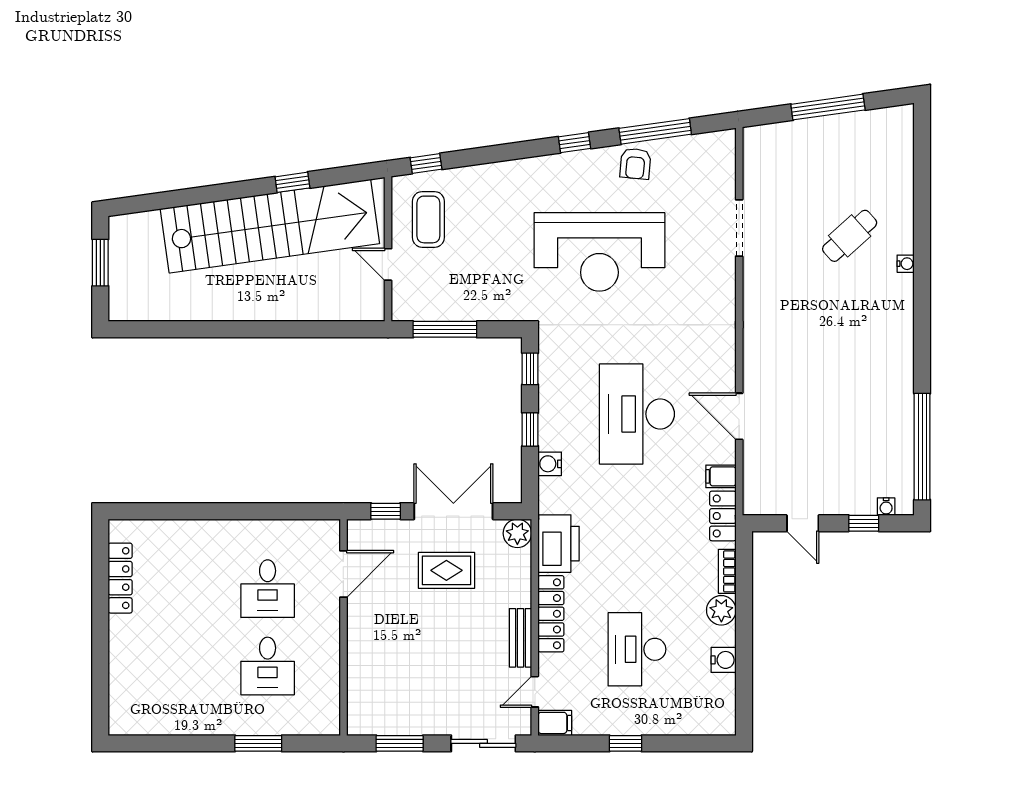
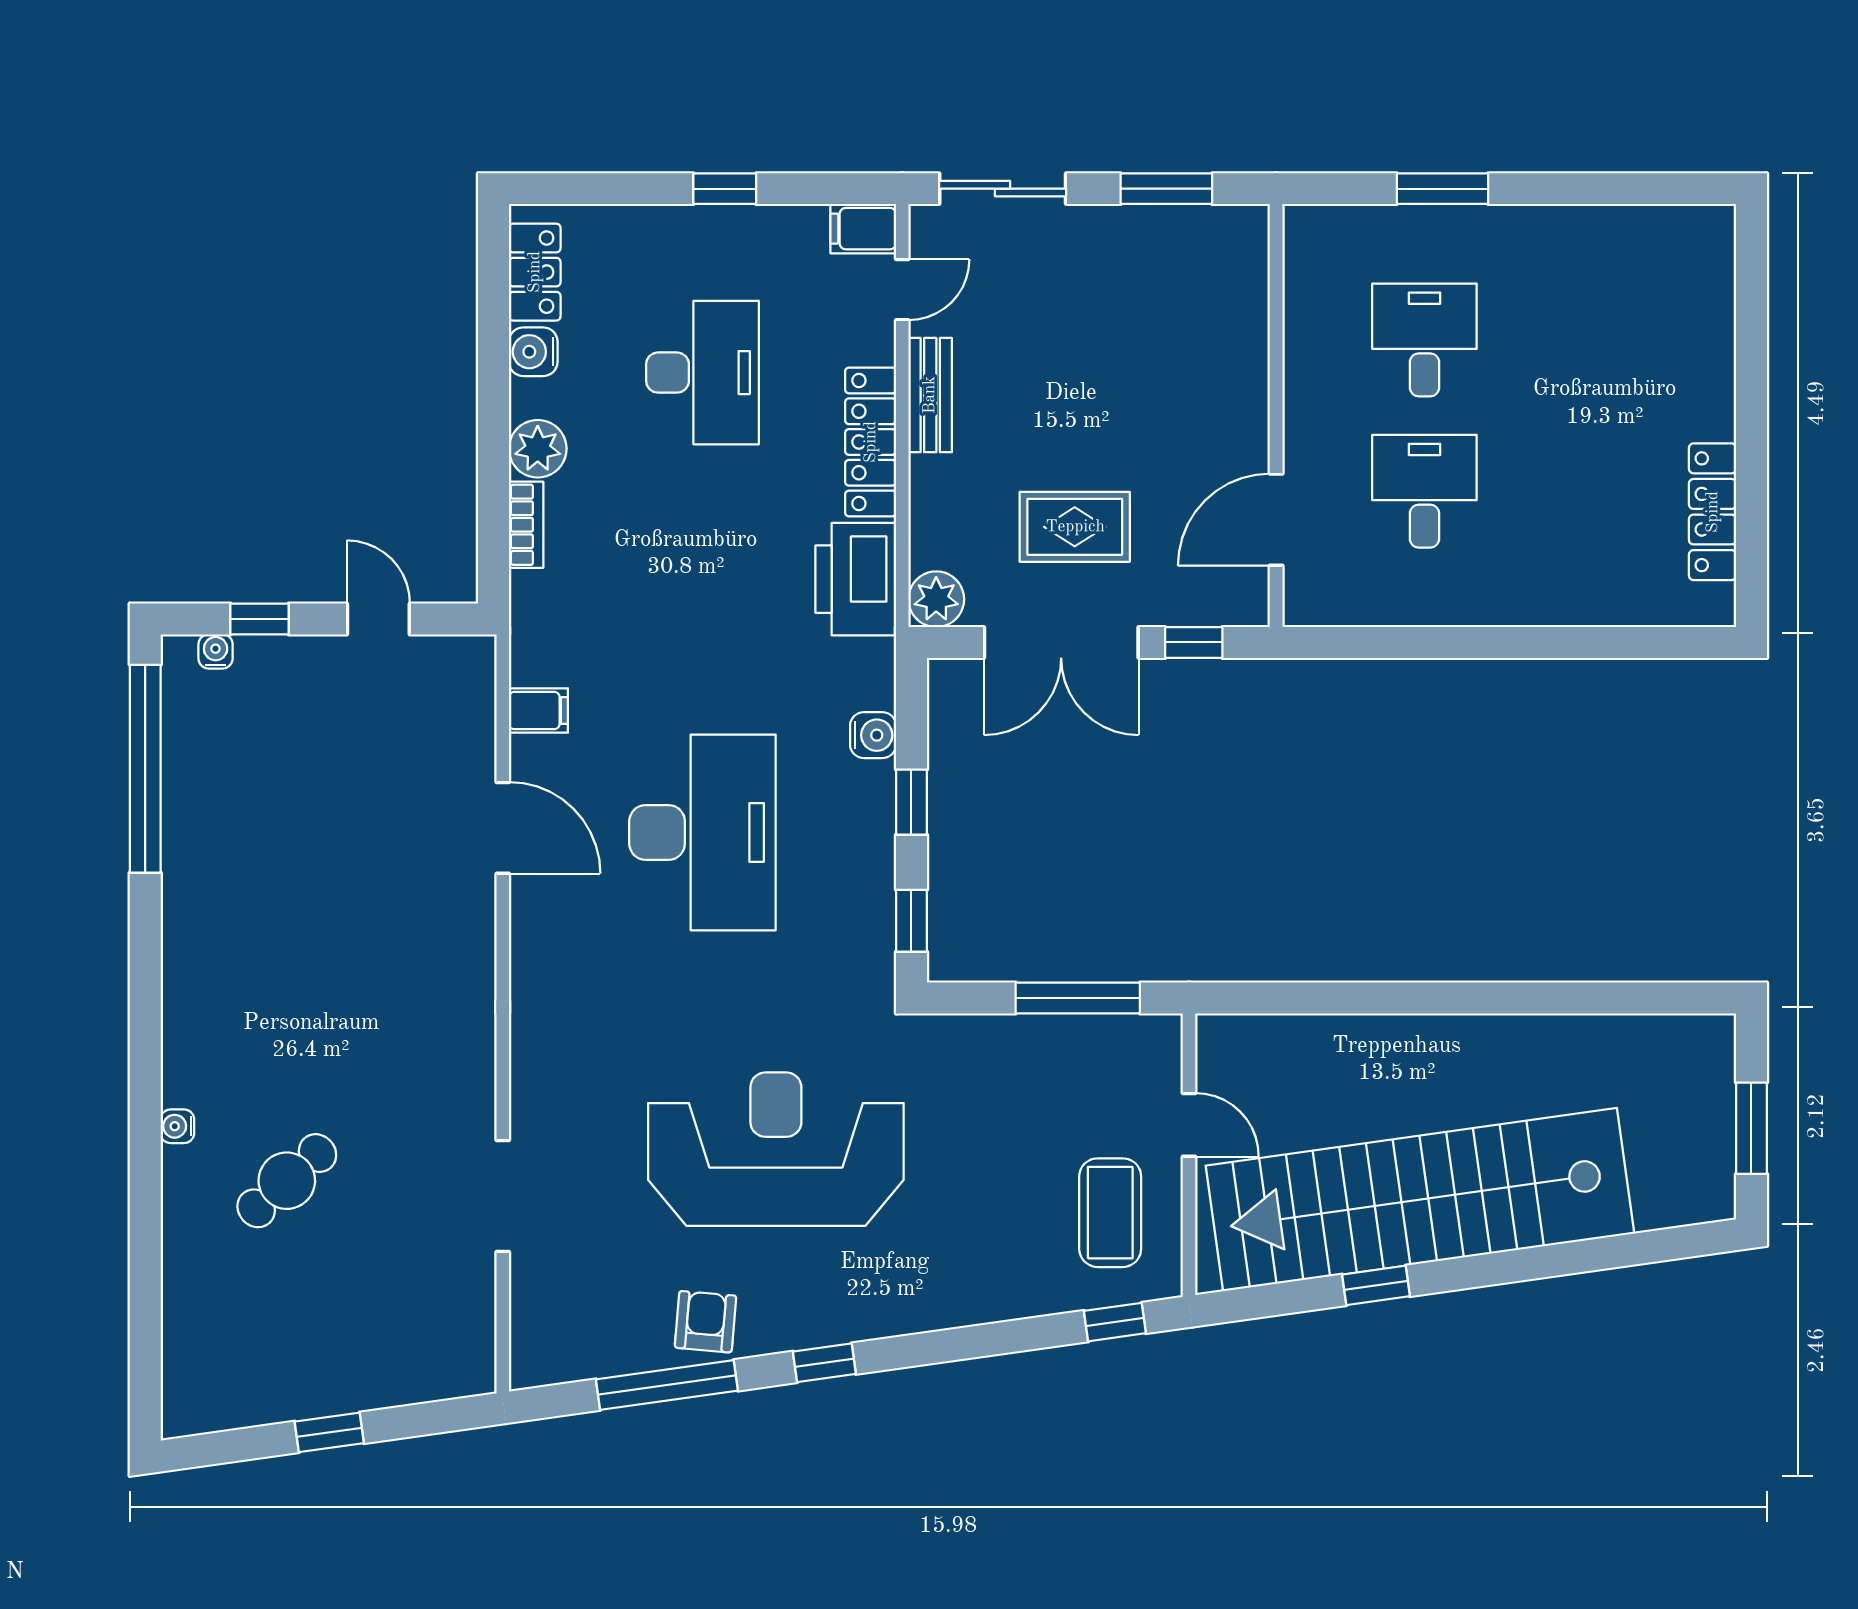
window: (828, 107) -> (329, 1432), width x0.46
locker: (723, 516) -> (535, 272), moved

